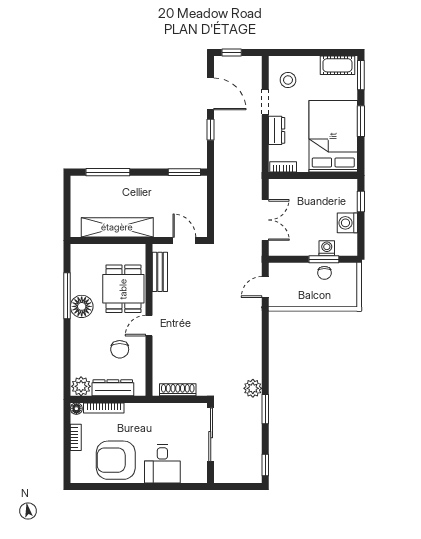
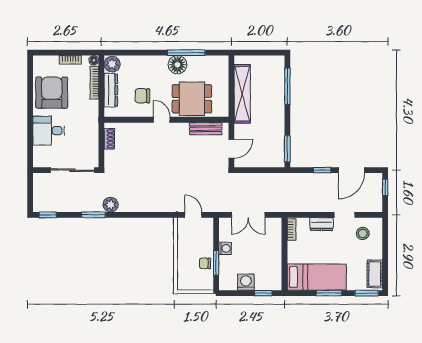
bed: (333, 136) -> (317, 277), width x0.67
washing machine: (327, 248) -> (225, 248), moved
shoe rack: (178, 390) -> (109, 139), width x0.70

